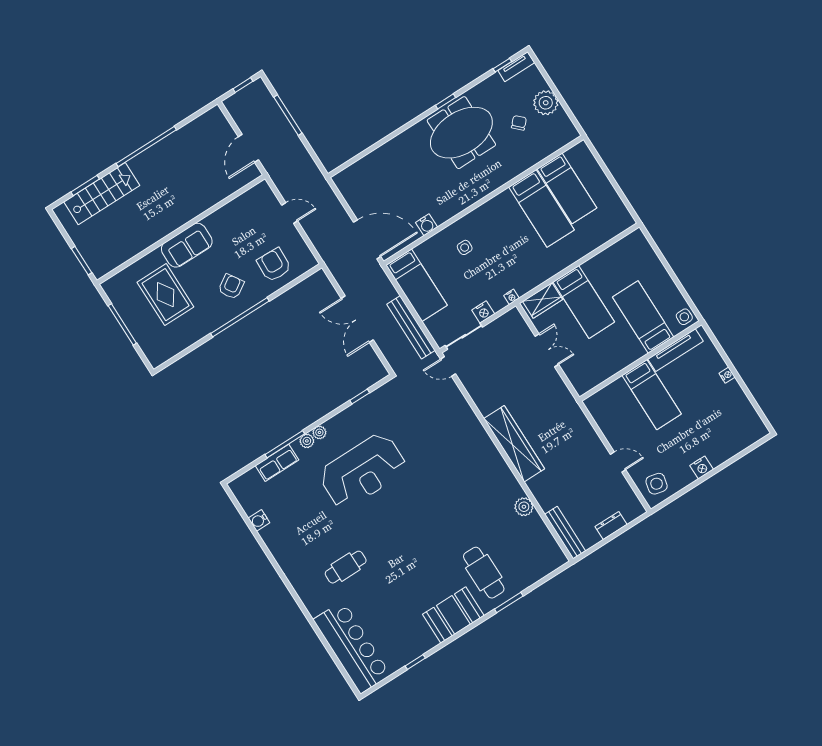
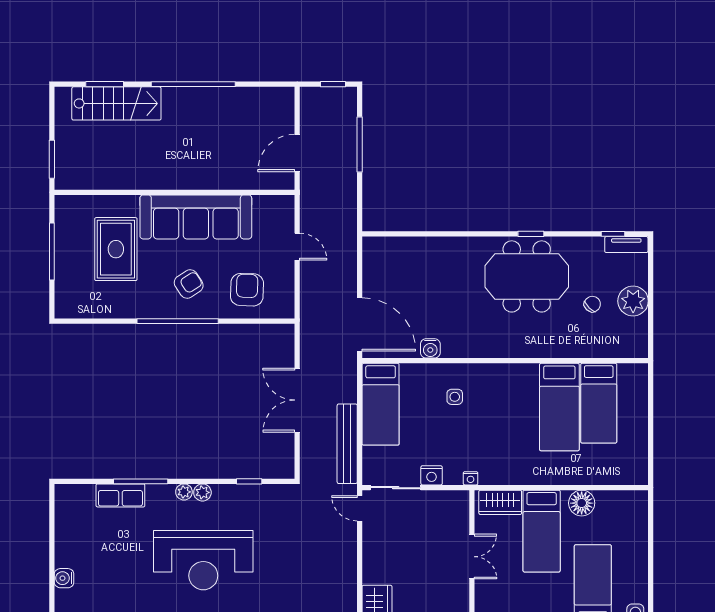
sofa: (187, 245) -> (196, 217), width x1.85, depth x1.27
floor lamp: (599, 265) -> (582, 503), added
plant: (307, 441) -> (202, 492), moved
water cooler: (259, 520) -> (64, 578), moved

